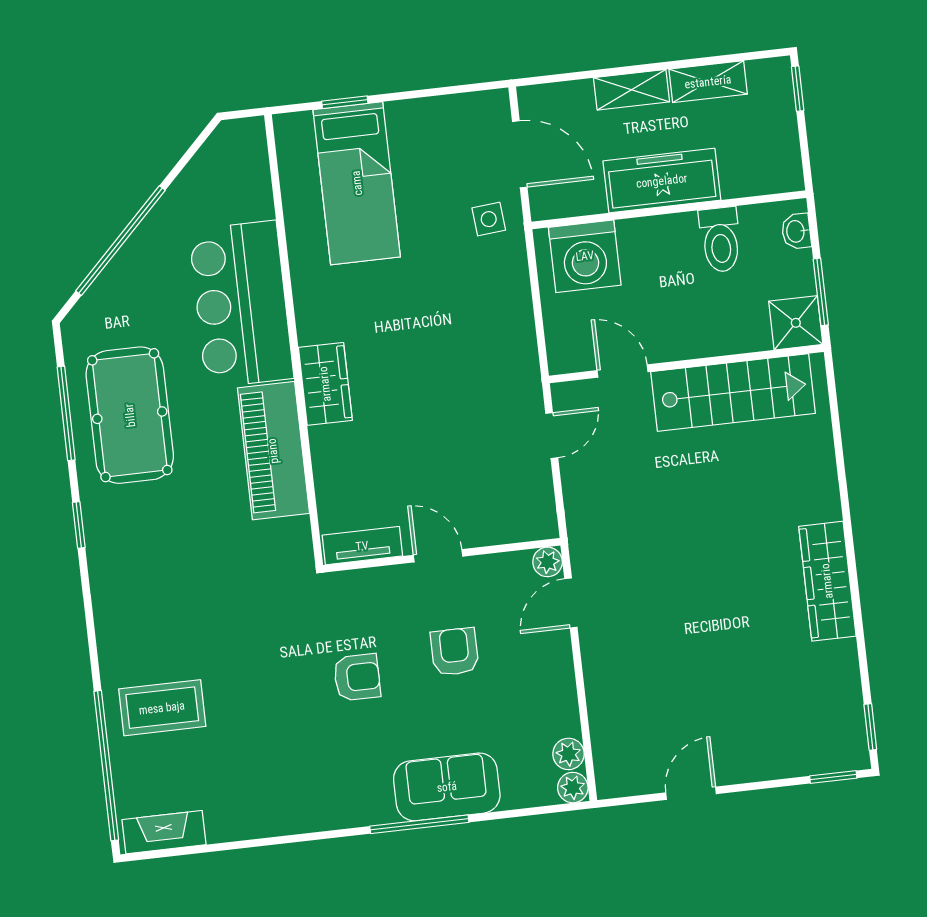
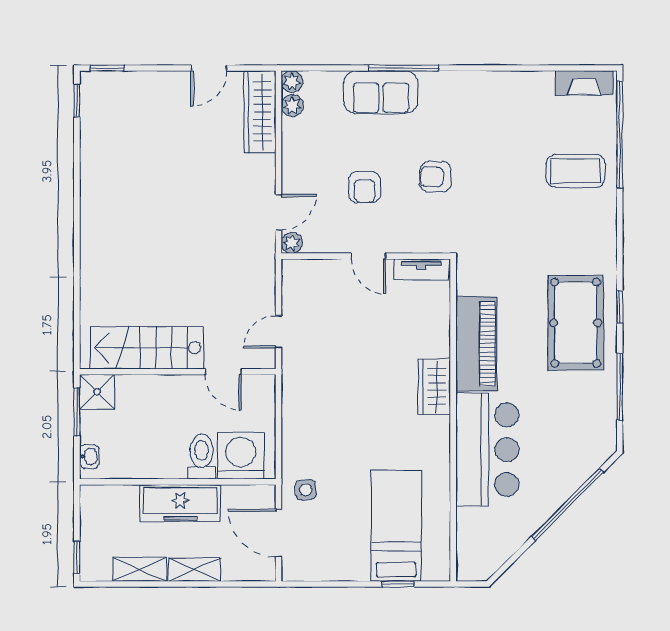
toilet: (720, 240) -> (202, 457), moved
pool table: (130, 415) -> (576, 323), moved
wardrobe: (827, 581) -> (260, 112), moved, turned 180

